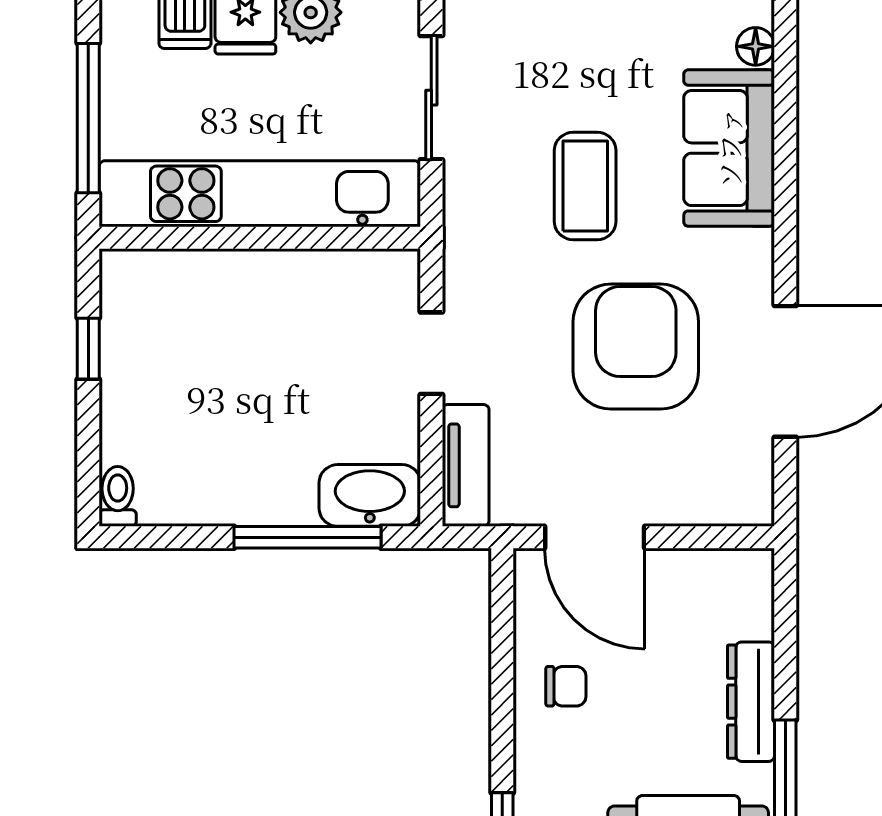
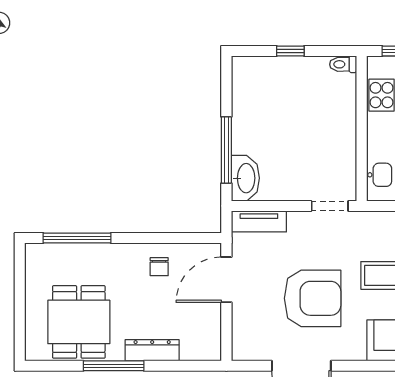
window: (88, 349) -> (290, 51), moved
doorway: (431, 353) -> (330, 206), moved
toilet: (118, 496) -> (343, 64), moved, turned 180

